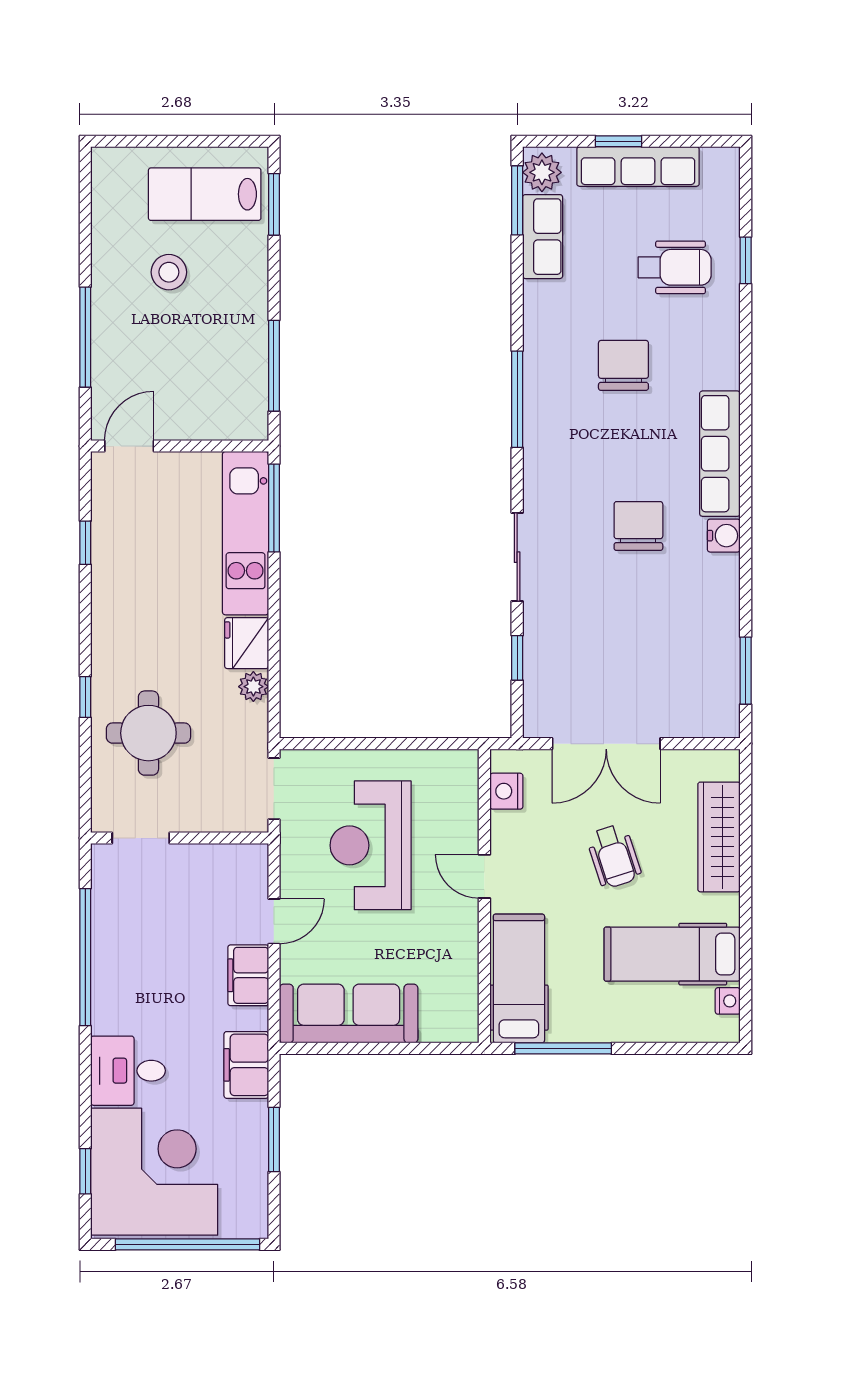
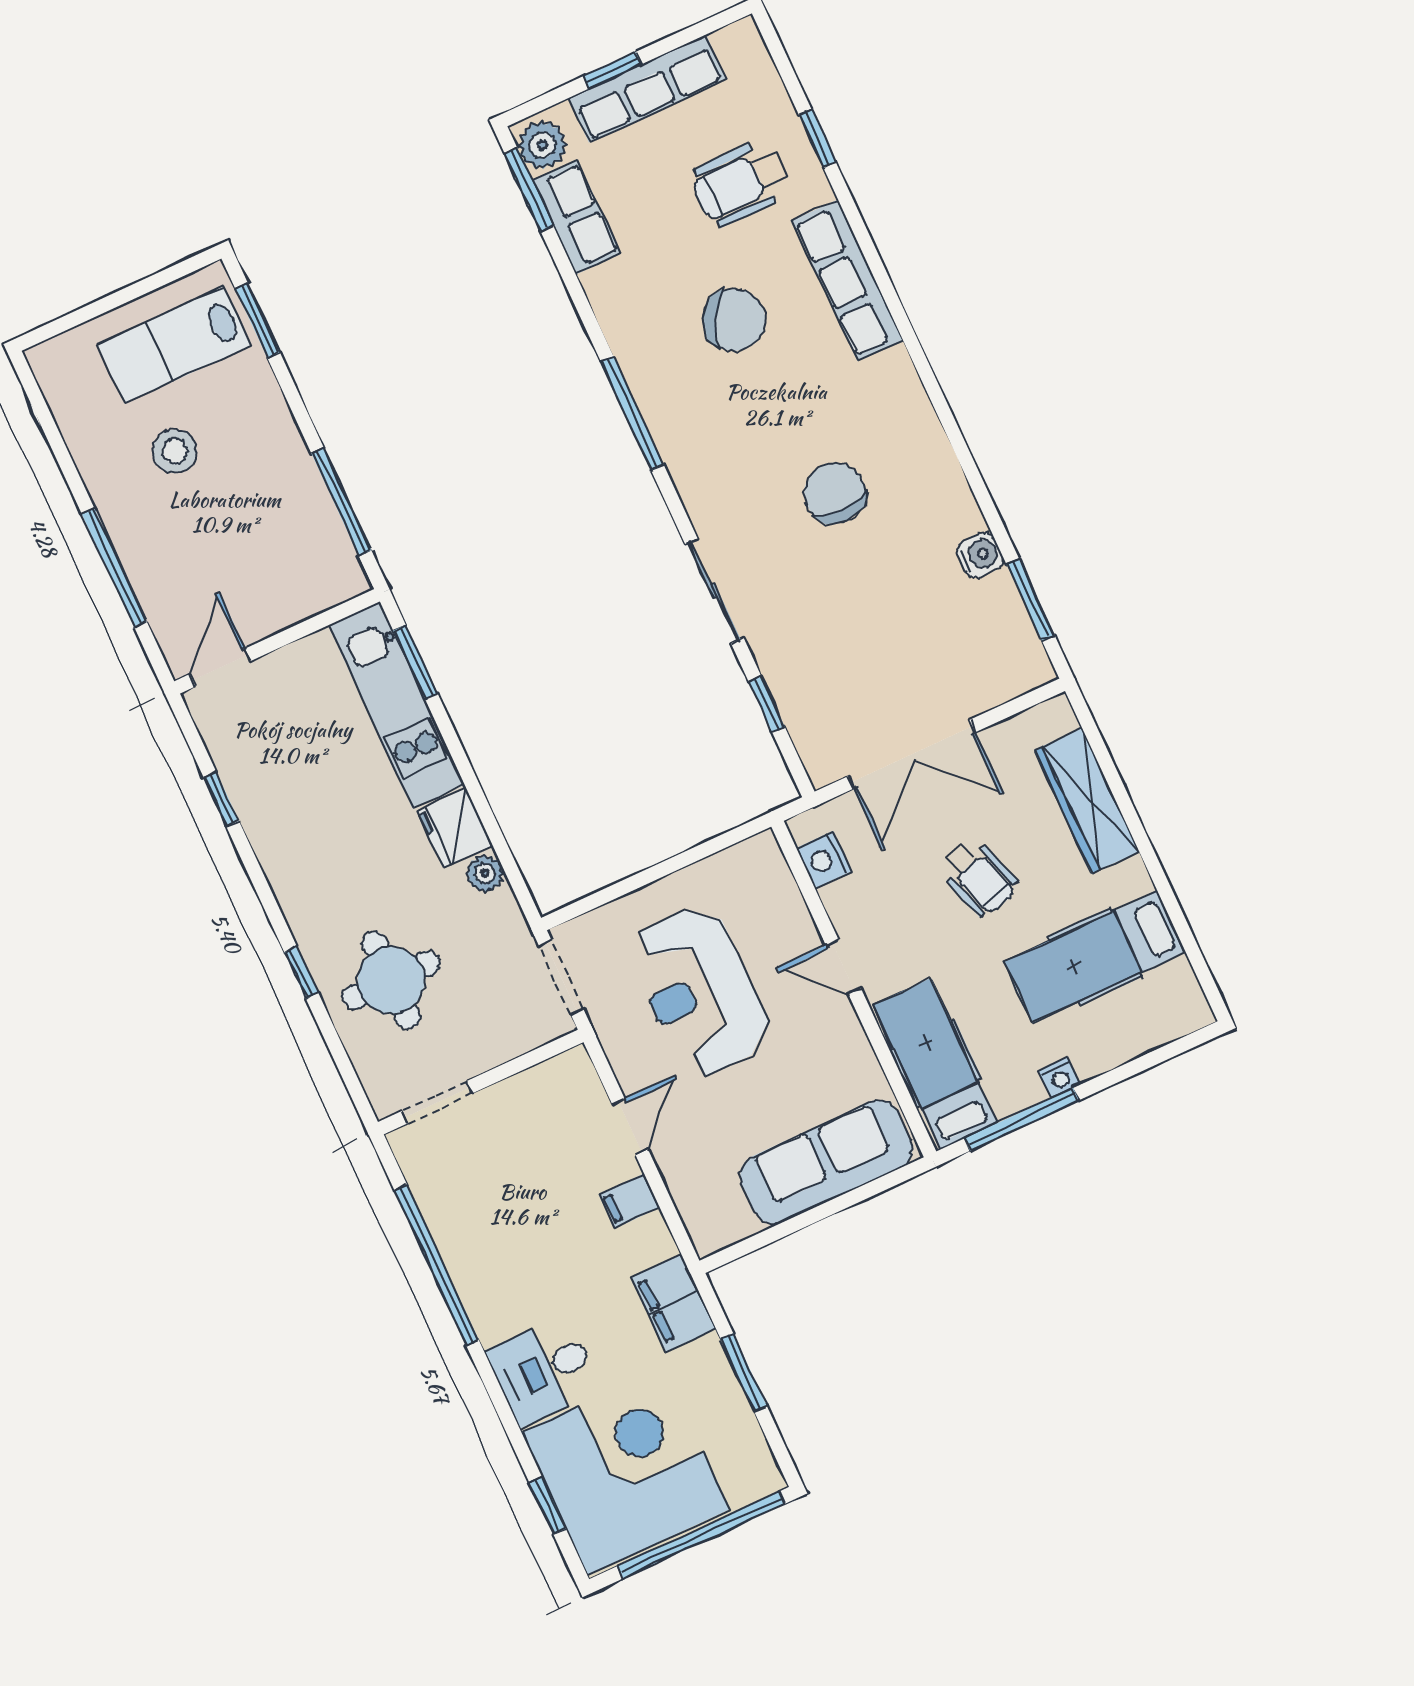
wheelchair: (675, 267) -> (741, 183), turned 180
chair: (623, 365) -> (734, 320), turned 119
row of seats: (720, 454) -> (848, 280), moved
window: (274, 508) -> (415, 662), width x0.69
water cooler: (724, 536) -> (980, 555), moved
filing cabinet: (248, 975) -> (629, 1201), width x0.50
nightstand: (728, 1001) -> (1059, 1077), moved, turned 90
sofa: (349, 1014) -> (826, 1162), moved

